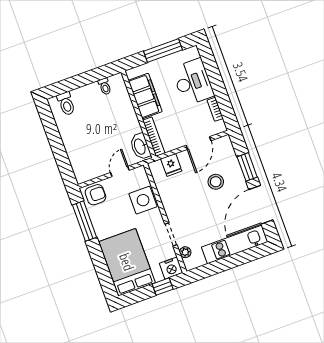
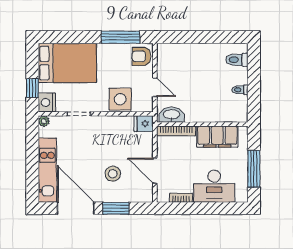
toilet: (105, 86) -> (240, 90), moved
fridge: (171, 165) -> (144, 124), moved
armchair: (95, 195) -> (141, 56), turned 90
plant: (185, 252) -> (44, 121), moved

